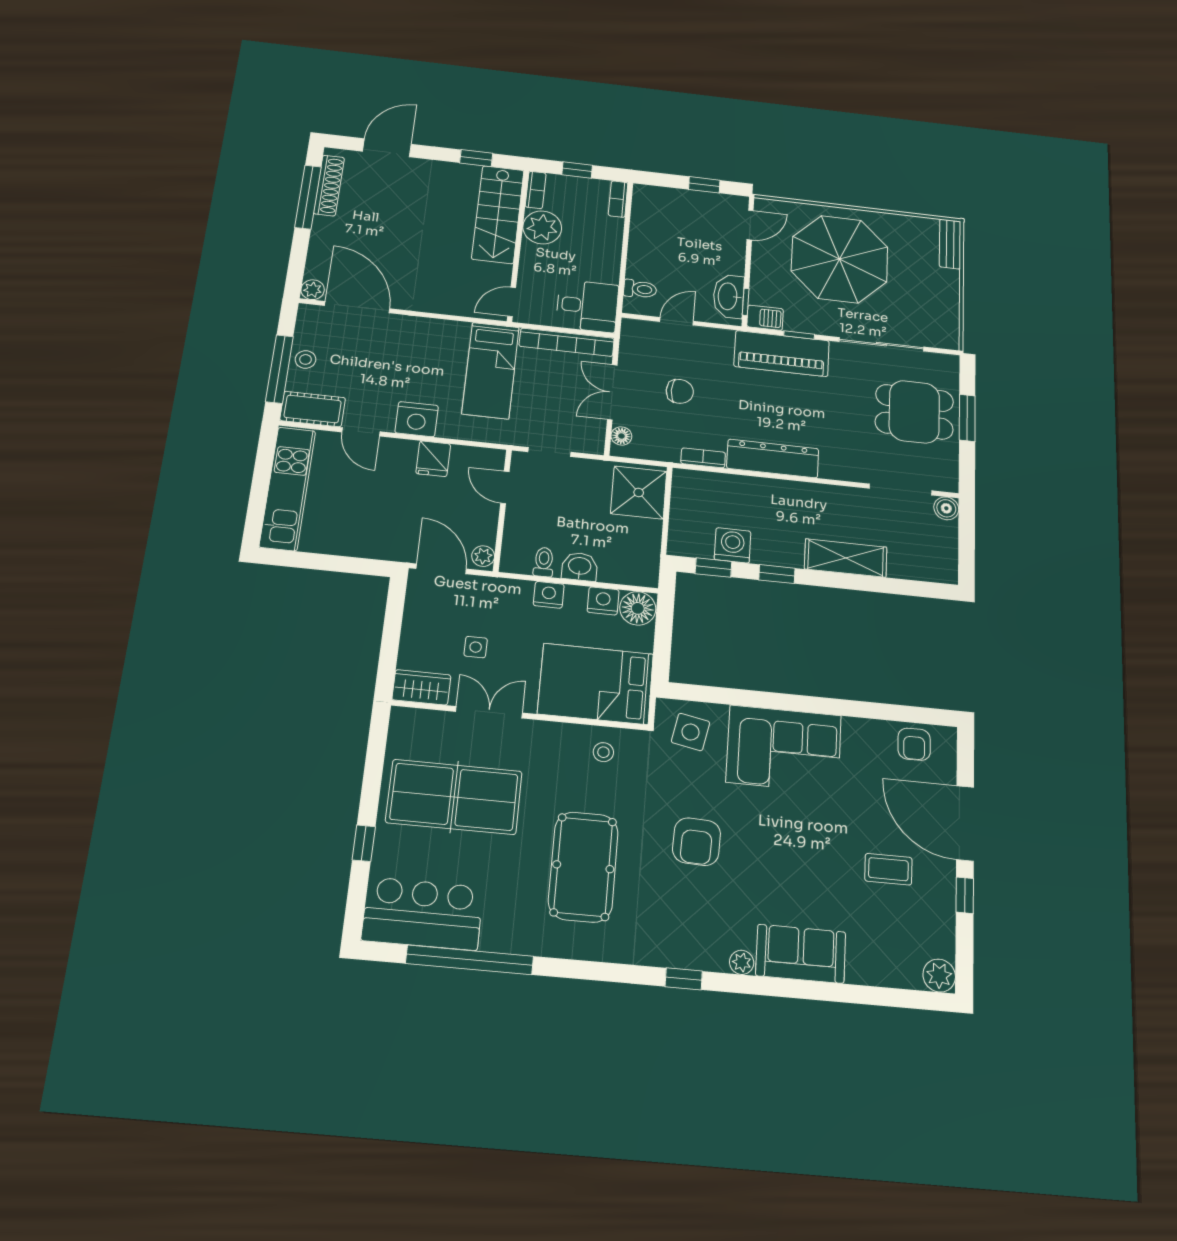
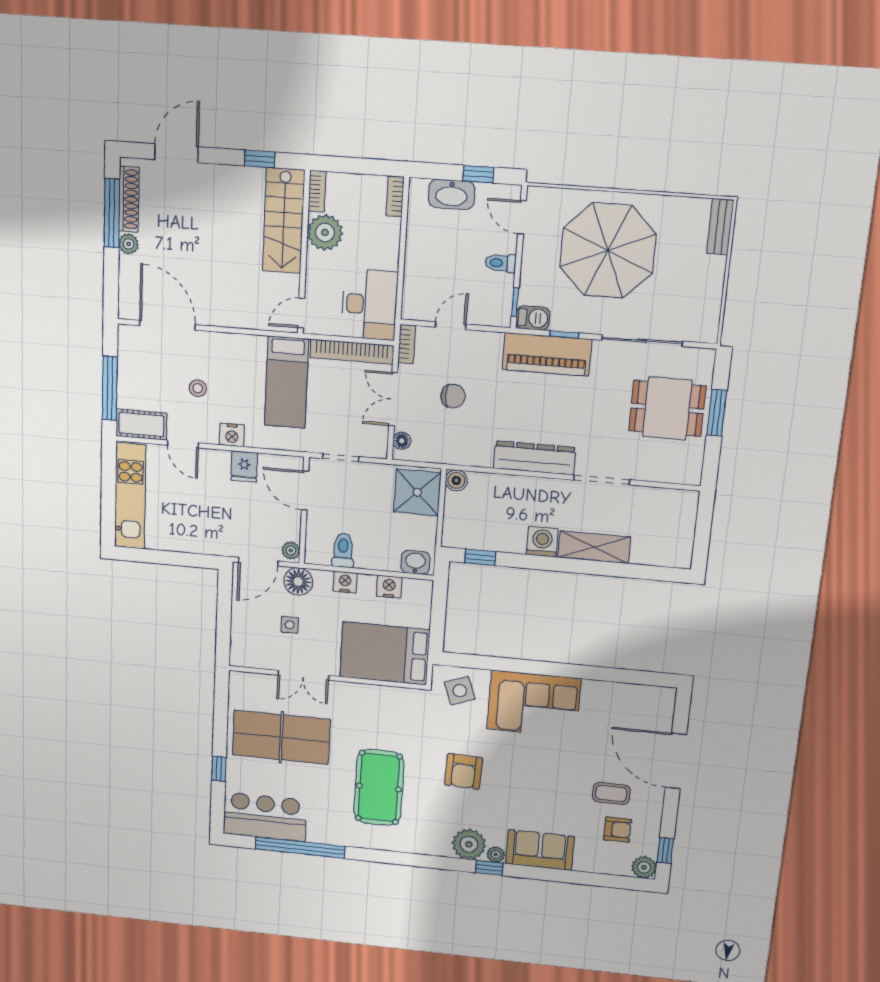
window: (577, 170) -> (355, 166), removed
door: (750, 225) -> (522, 217), swing flipped
toilet: (640, 289) -> (501, 263), moved, turned 180
plant: (313, 290) -> (129, 244), moved
washbasin: (728, 296) -> (452, 194), moved, turned -90
desk: (587, 306) -> (369, 305), width x1.37
stool: (306, 359) -> (198, 388), moved
nightstand: (417, 419) -> (232, 435), width x0.74, depth x0.75
bookcase: (703, 458) -> (407, 344), moved, turned 90
door: (505, 487) -> (305, 491), width x1.37
doorway: (900, 489) -> (601, 480), moved
boiler: (946, 508) -> (456, 480), moved
washing machine: (733, 545) -> (542, 542), moved
toilet: (544, 562) -> (343, 550), width x1.37, depth x1.39
washbasin: (580, 567) -> (415, 562), moved
door: (441, 569) -> (258, 562), swing flipped
window: (777, 574) -> (534, 562), removed
floor lamp: (638, 608) -> (298, 582), moved
wardrobe: (421, 687) -> (250, 656), removed
double door: (489, 712) -> (303, 675), swing flipped
side table: (691, 732) -> (460, 691), turned -31
armchair: (914, 744) -> (618, 830), moved, turned -89
stool: (603, 752) -> (392, 706), removed
window: (965, 895) -> (665, 850), moved
plant: (705, 948) -> (469, 844), added
window: (684, 979) -> (489, 868), moved

